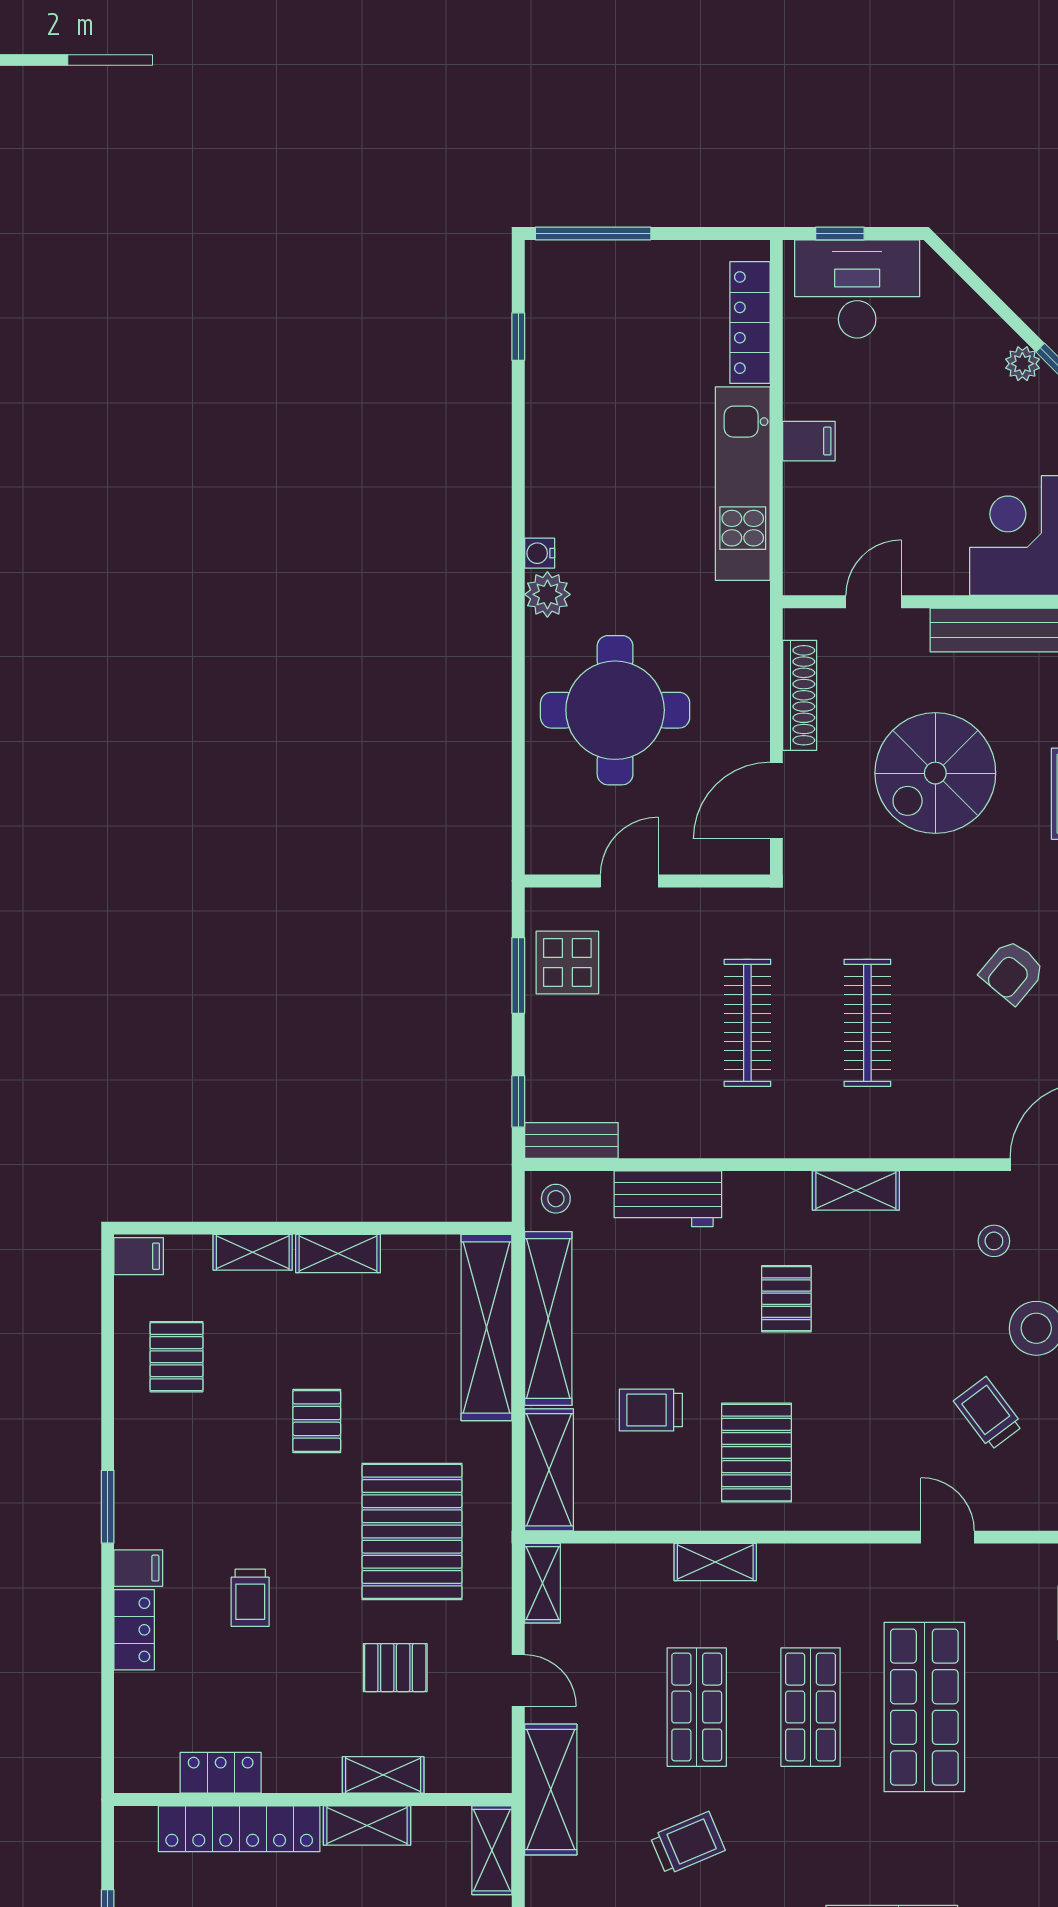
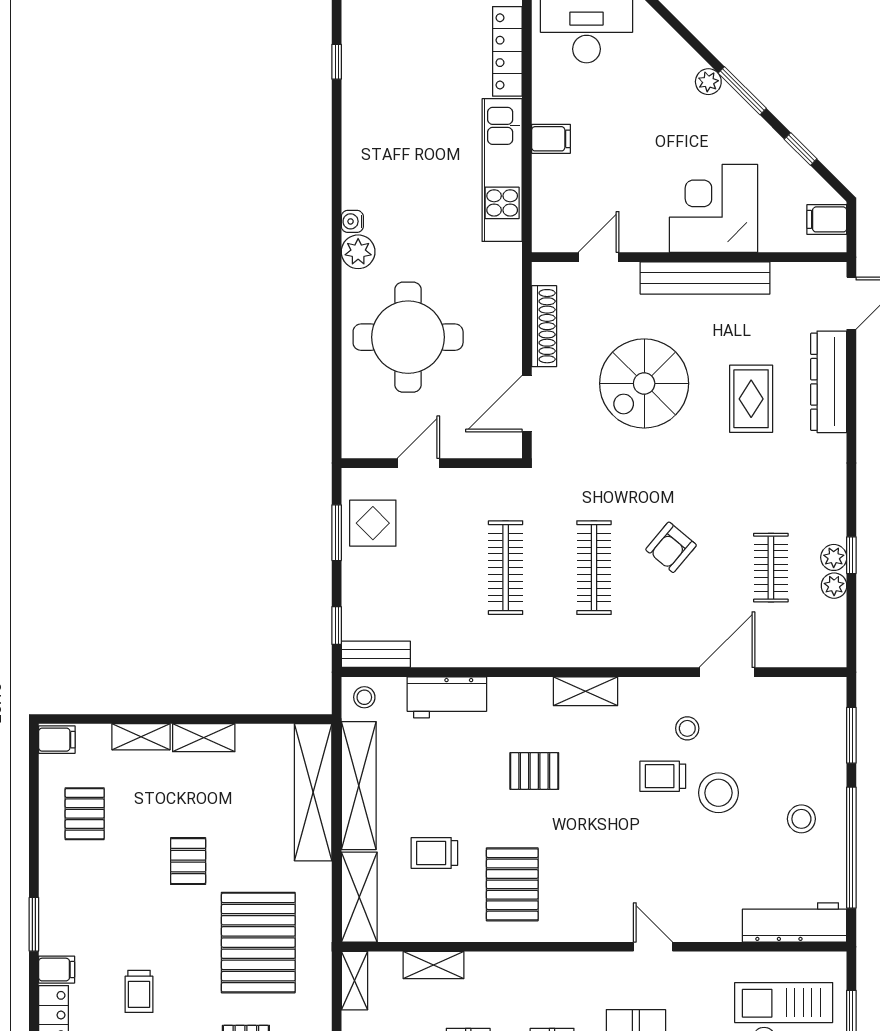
armchair: (1012, 972) -> (671, 547), moved
pallet: (786, 1299) -> (534, 771), turned 90
trolley: (988, 1413) -> (663, 776), moved, turned -53
shelving: (715, 1562) -> (434, 965), moved

